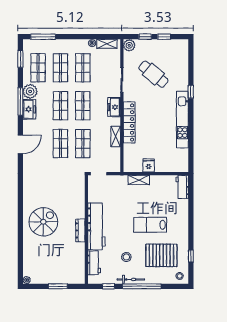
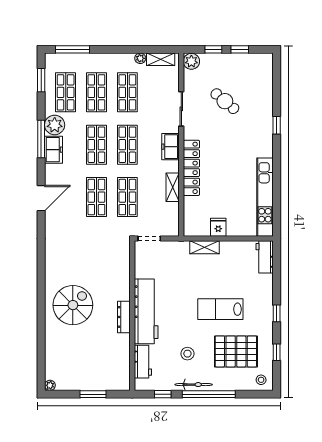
cafe table: (153, 74) -> (225, 101), width x0.73, depth x0.74
kitchen unit: (182, 120) -> (265, 197), moved
window: (191, 228) -> (277, 313), added

